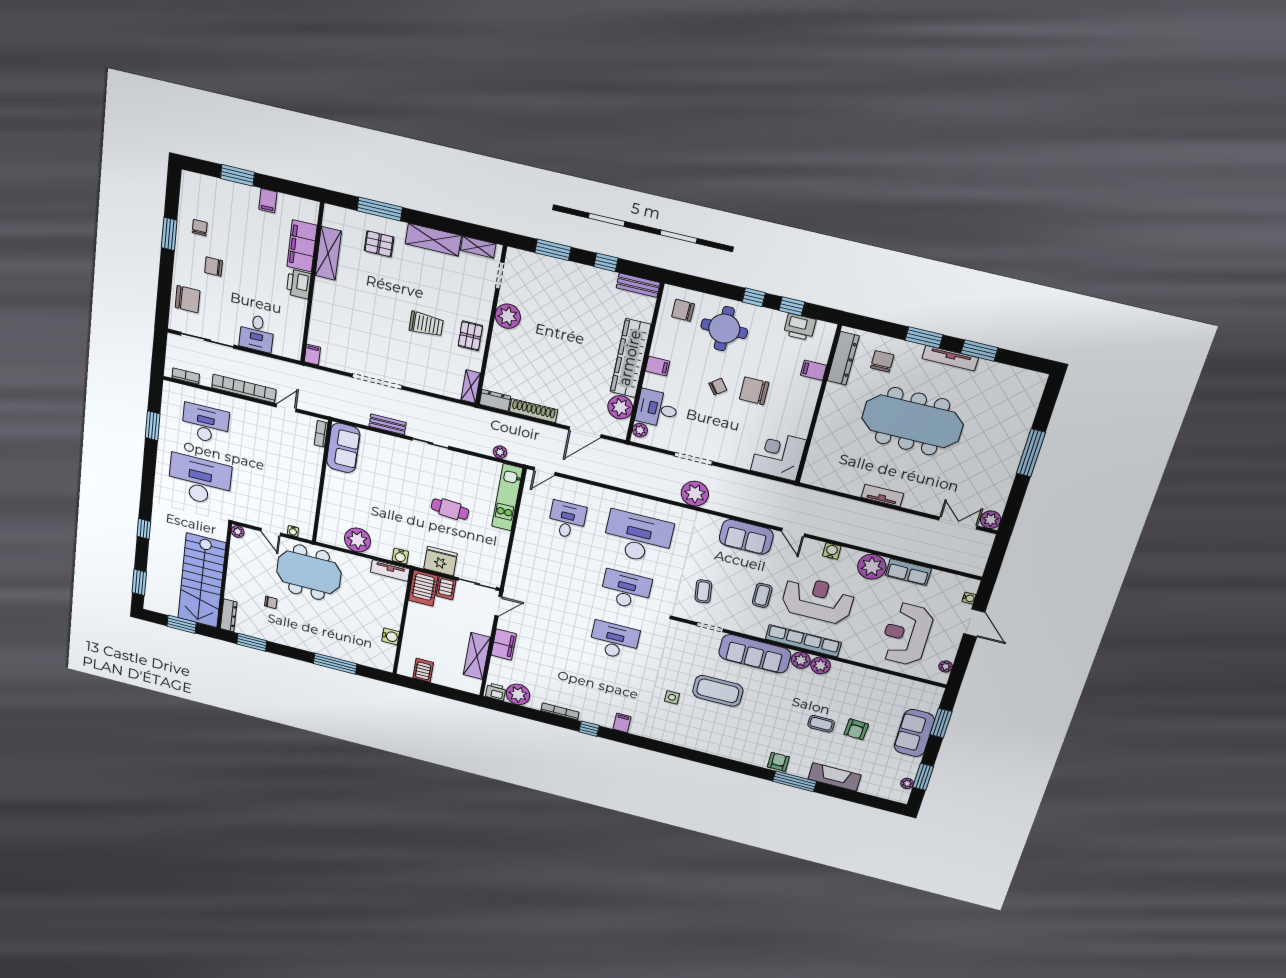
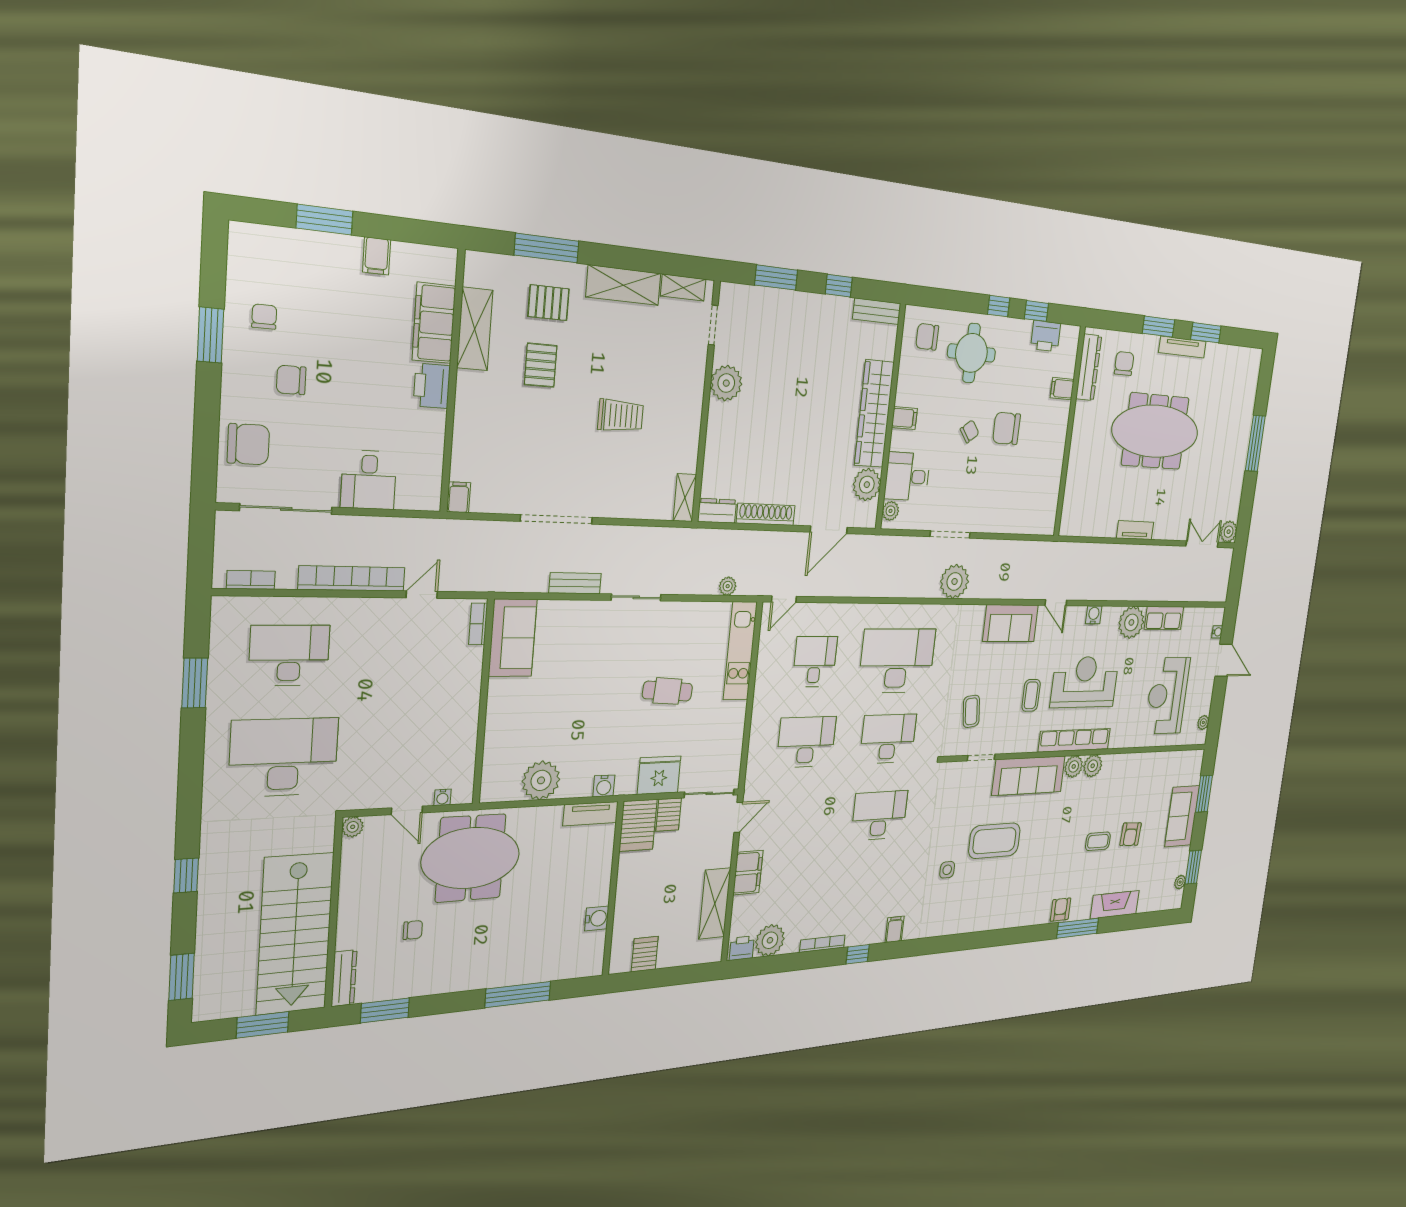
pallet: (470, 336) -> (541, 365), moved
corner desk: (778, 455) -> (1035, 506), removed
desk: (556, 572) -> (806, 742), added

